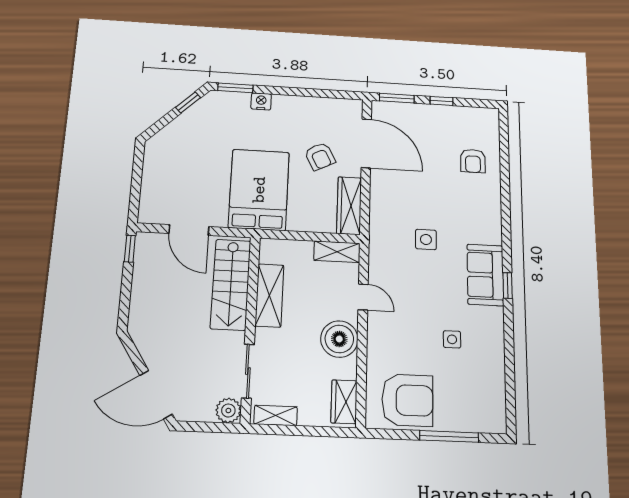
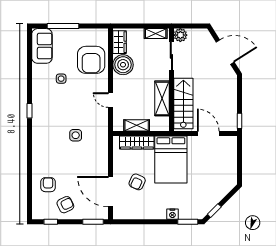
window: (441, 101) -> (51, 222), moved
armchair: (443, 127) -> (65, 205), added
armchair: (320, 156) -> (137, 182), turned -128
wardrobe: (349, 206) -> (137, 142), moved, turned 90
shelving: (337, 252) -> (137, 125), moved
sofa: (485, 275) -> (42, 46), moved
boiler: (339, 339) -> (123, 65), moved
door: (156, 395) -> (225, 52), moved
armchair: (407, 400) -> (91, 60), moved, turned -90

